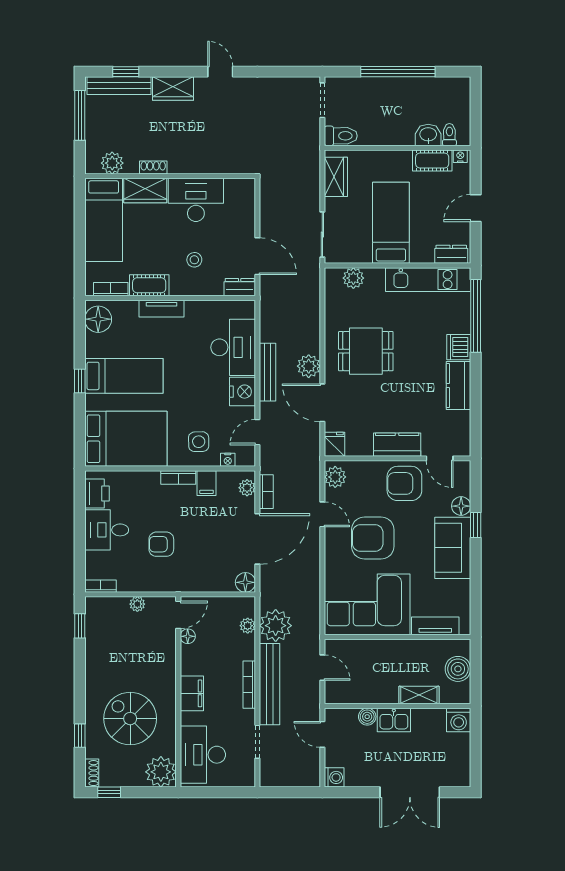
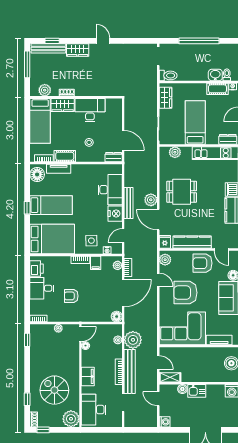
tv unit: (161, 309) -> (59, 169), moved
kitchen counter: (397, 445) -> (192, 242), width x1.50
shelving: (419, 695) -> (170, 377), moved

